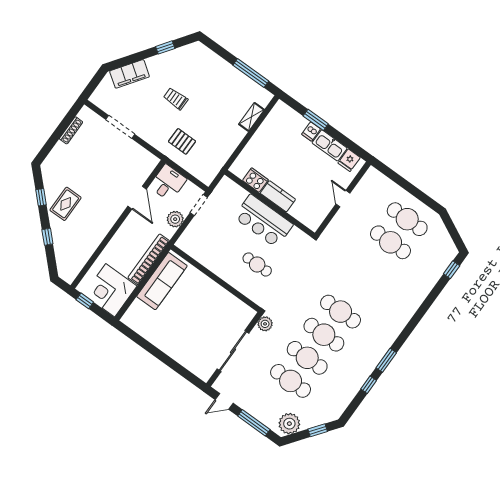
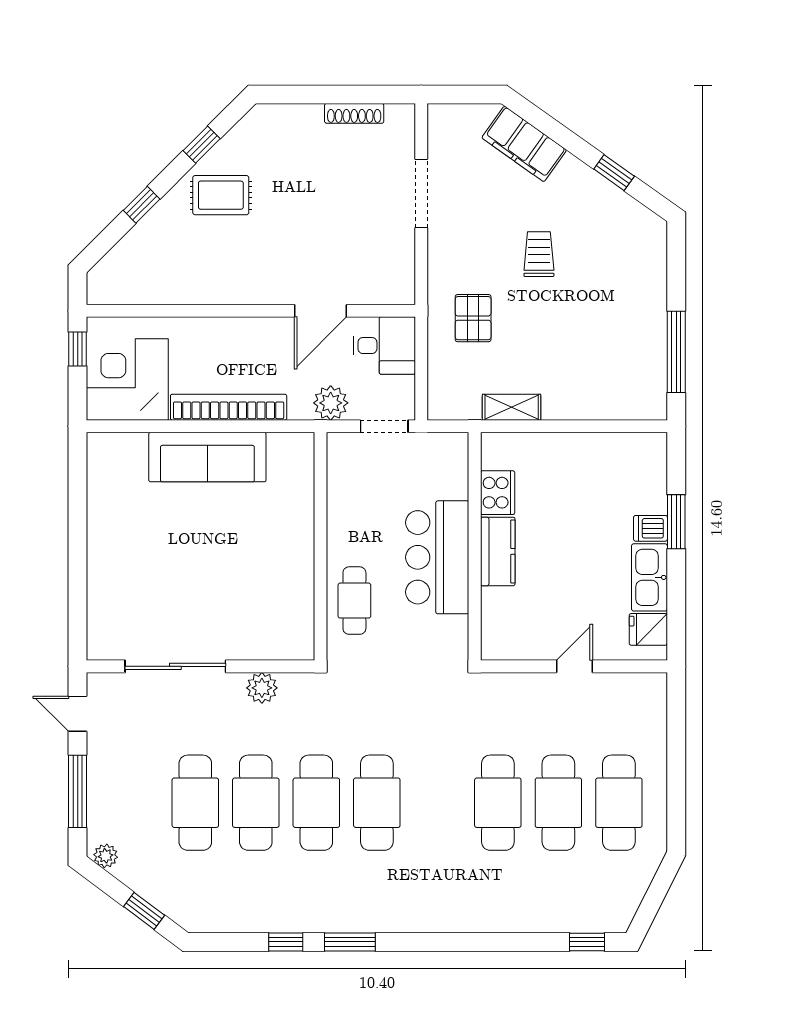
shelving: (251, 117) -> (512, 407), moved
cafe table: (374, 265) -> (498, 803), added
wall: (216, 278) -> (321, 546), moved
plant: (289, 424) -> (106, 856), width x0.53, depth x0.53

